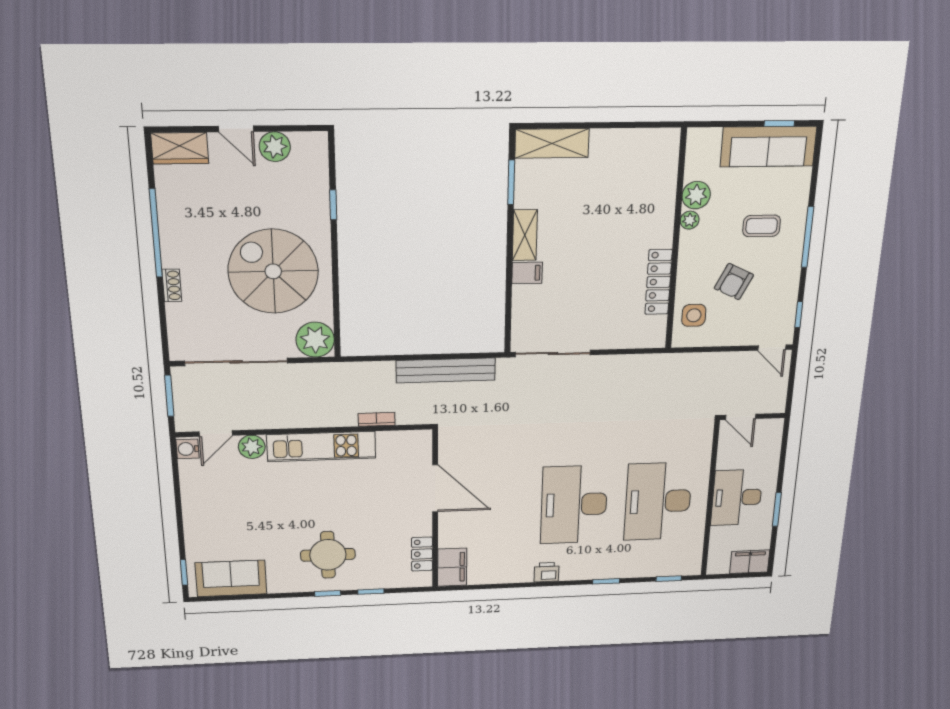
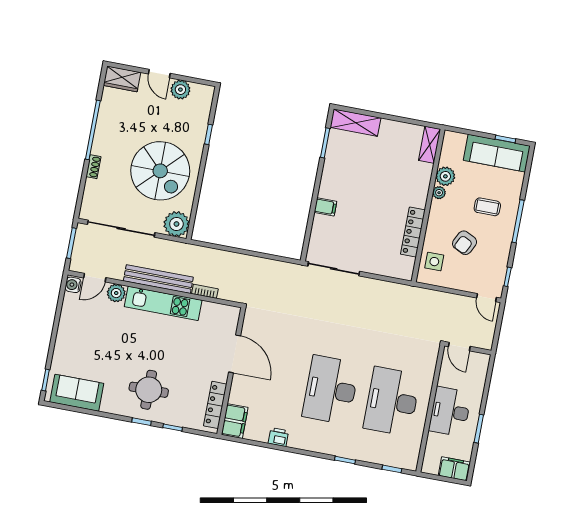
shelving: (525, 235) -> (429, 145), moved
spiral stairs: (273, 271) -> (160, 171), turned 180
bench: (446, 370) -> (158, 279), moved
locker: (422, 554) -> (215, 405), width x1.53
printer: (547, 572) -> (278, 437), moved

